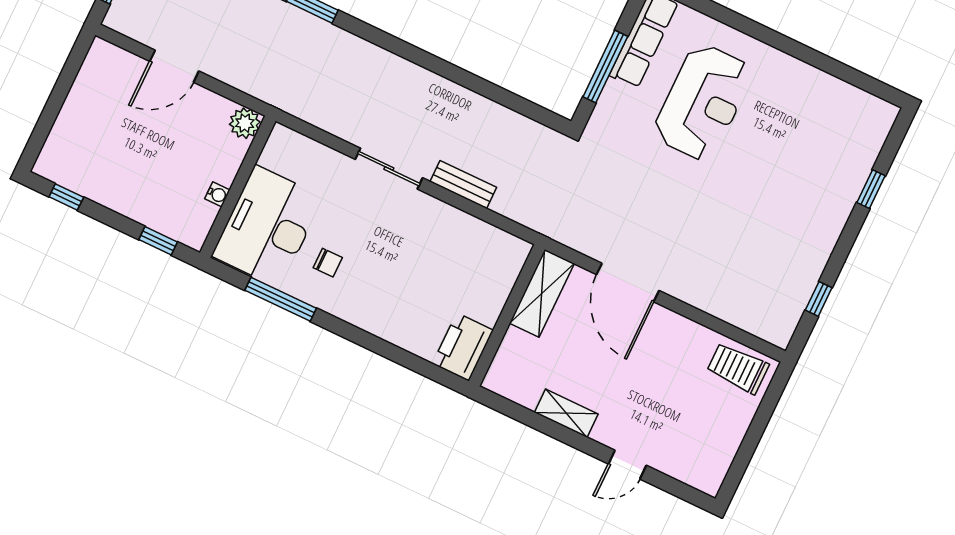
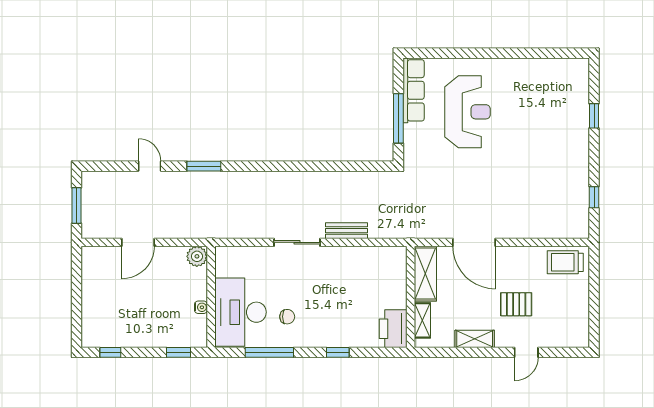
window: (373, 343) -> (338, 352), added
shelving: (508, 355) -> (422, 320), added
pallet: (645, 393) -> (516, 304), added

